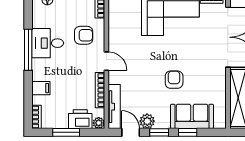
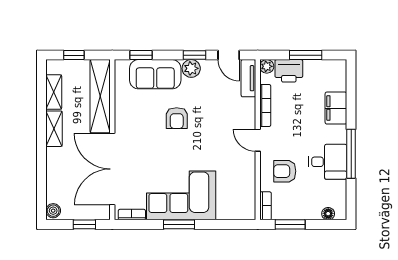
filing cabinet: (41, 88) -> (336, 108), width x2.00
tv unit: (114, 107) -> (248, 78), width x0.71
bookcase: (37, 117) -> (341, 73), removed
plant: (147, 121) -> (191, 68), moved
window: (188, 132) -> (141, 55), moved

